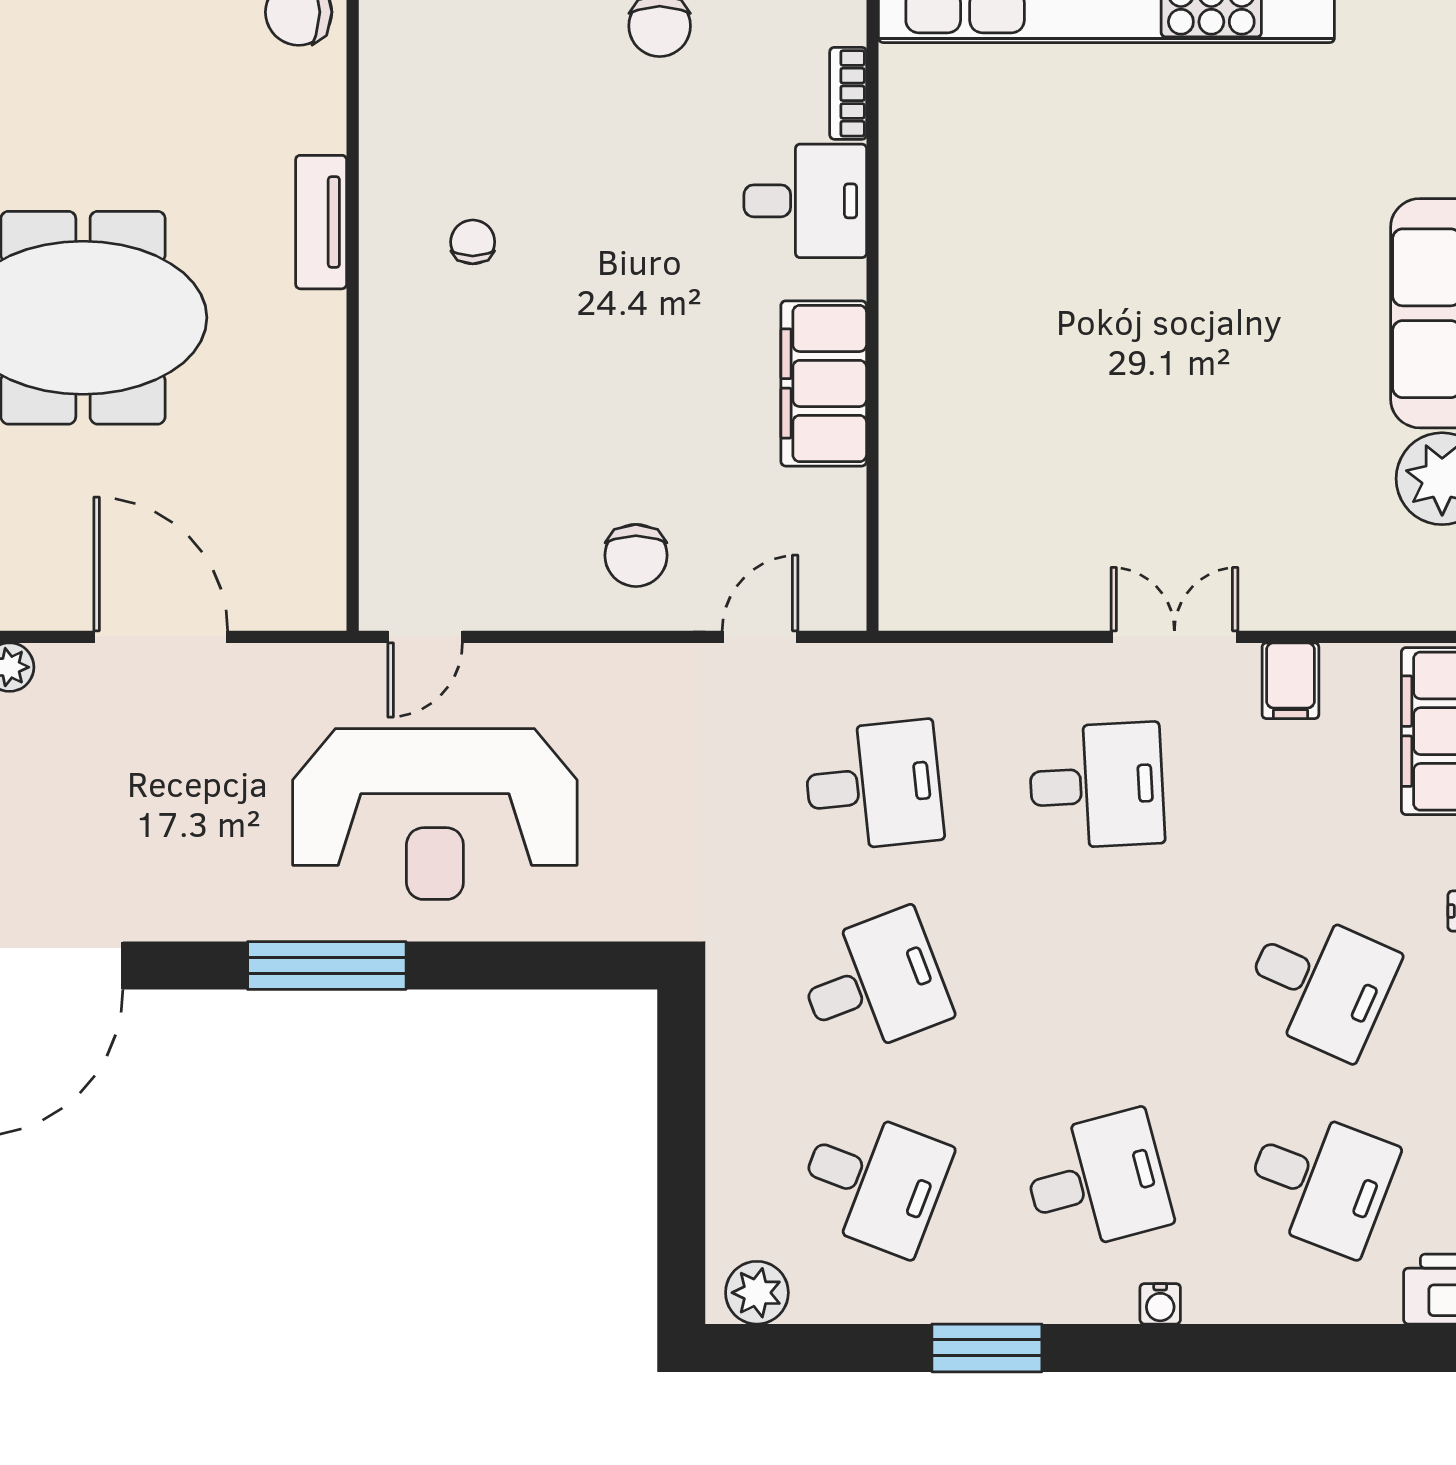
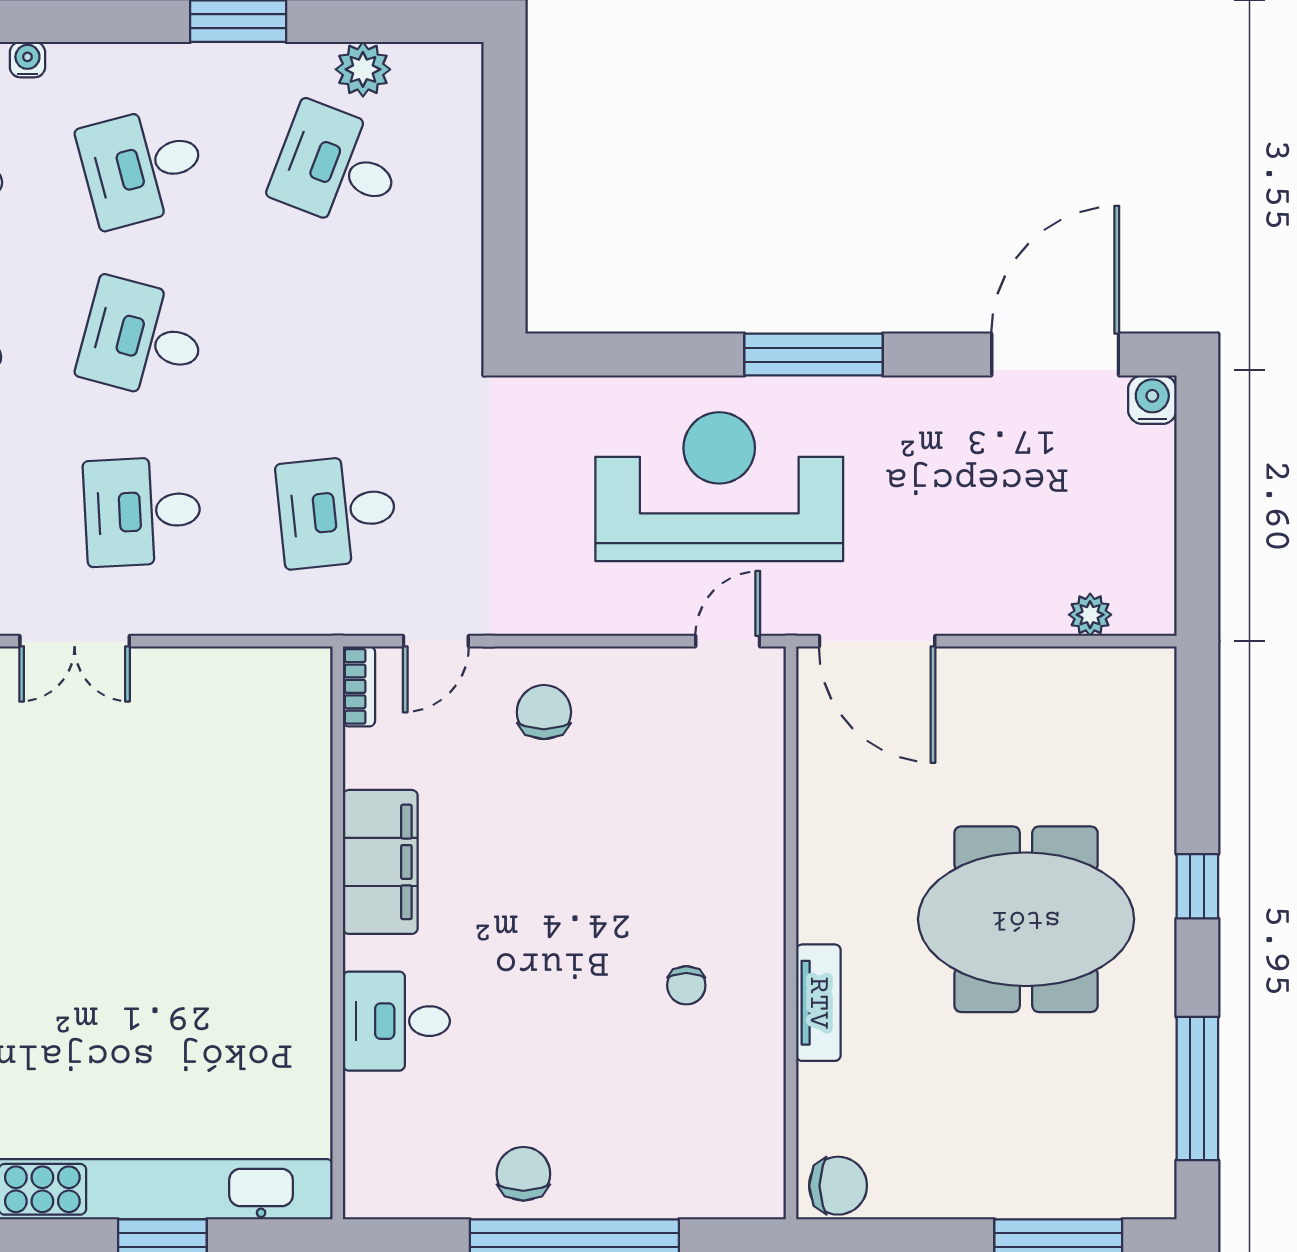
bookcase: (848, 93) -> (359, 686), moved
door: (161, 637) -> (877, 641), moved
desk: (873, 983) -> (142, 339), moved, turned 36
plant: (757, 1293) -> (363, 69), moved
water cooler: (1160, 1304) -> (27, 60), moved

